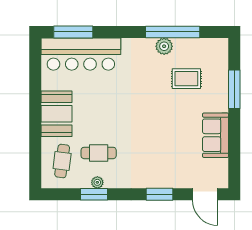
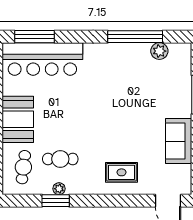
plant: (164, 46) -> (159, 51), moved
rug: (186, 79) -> (122, 172), moved
window: (160, 194) -> (122, 201), removed

